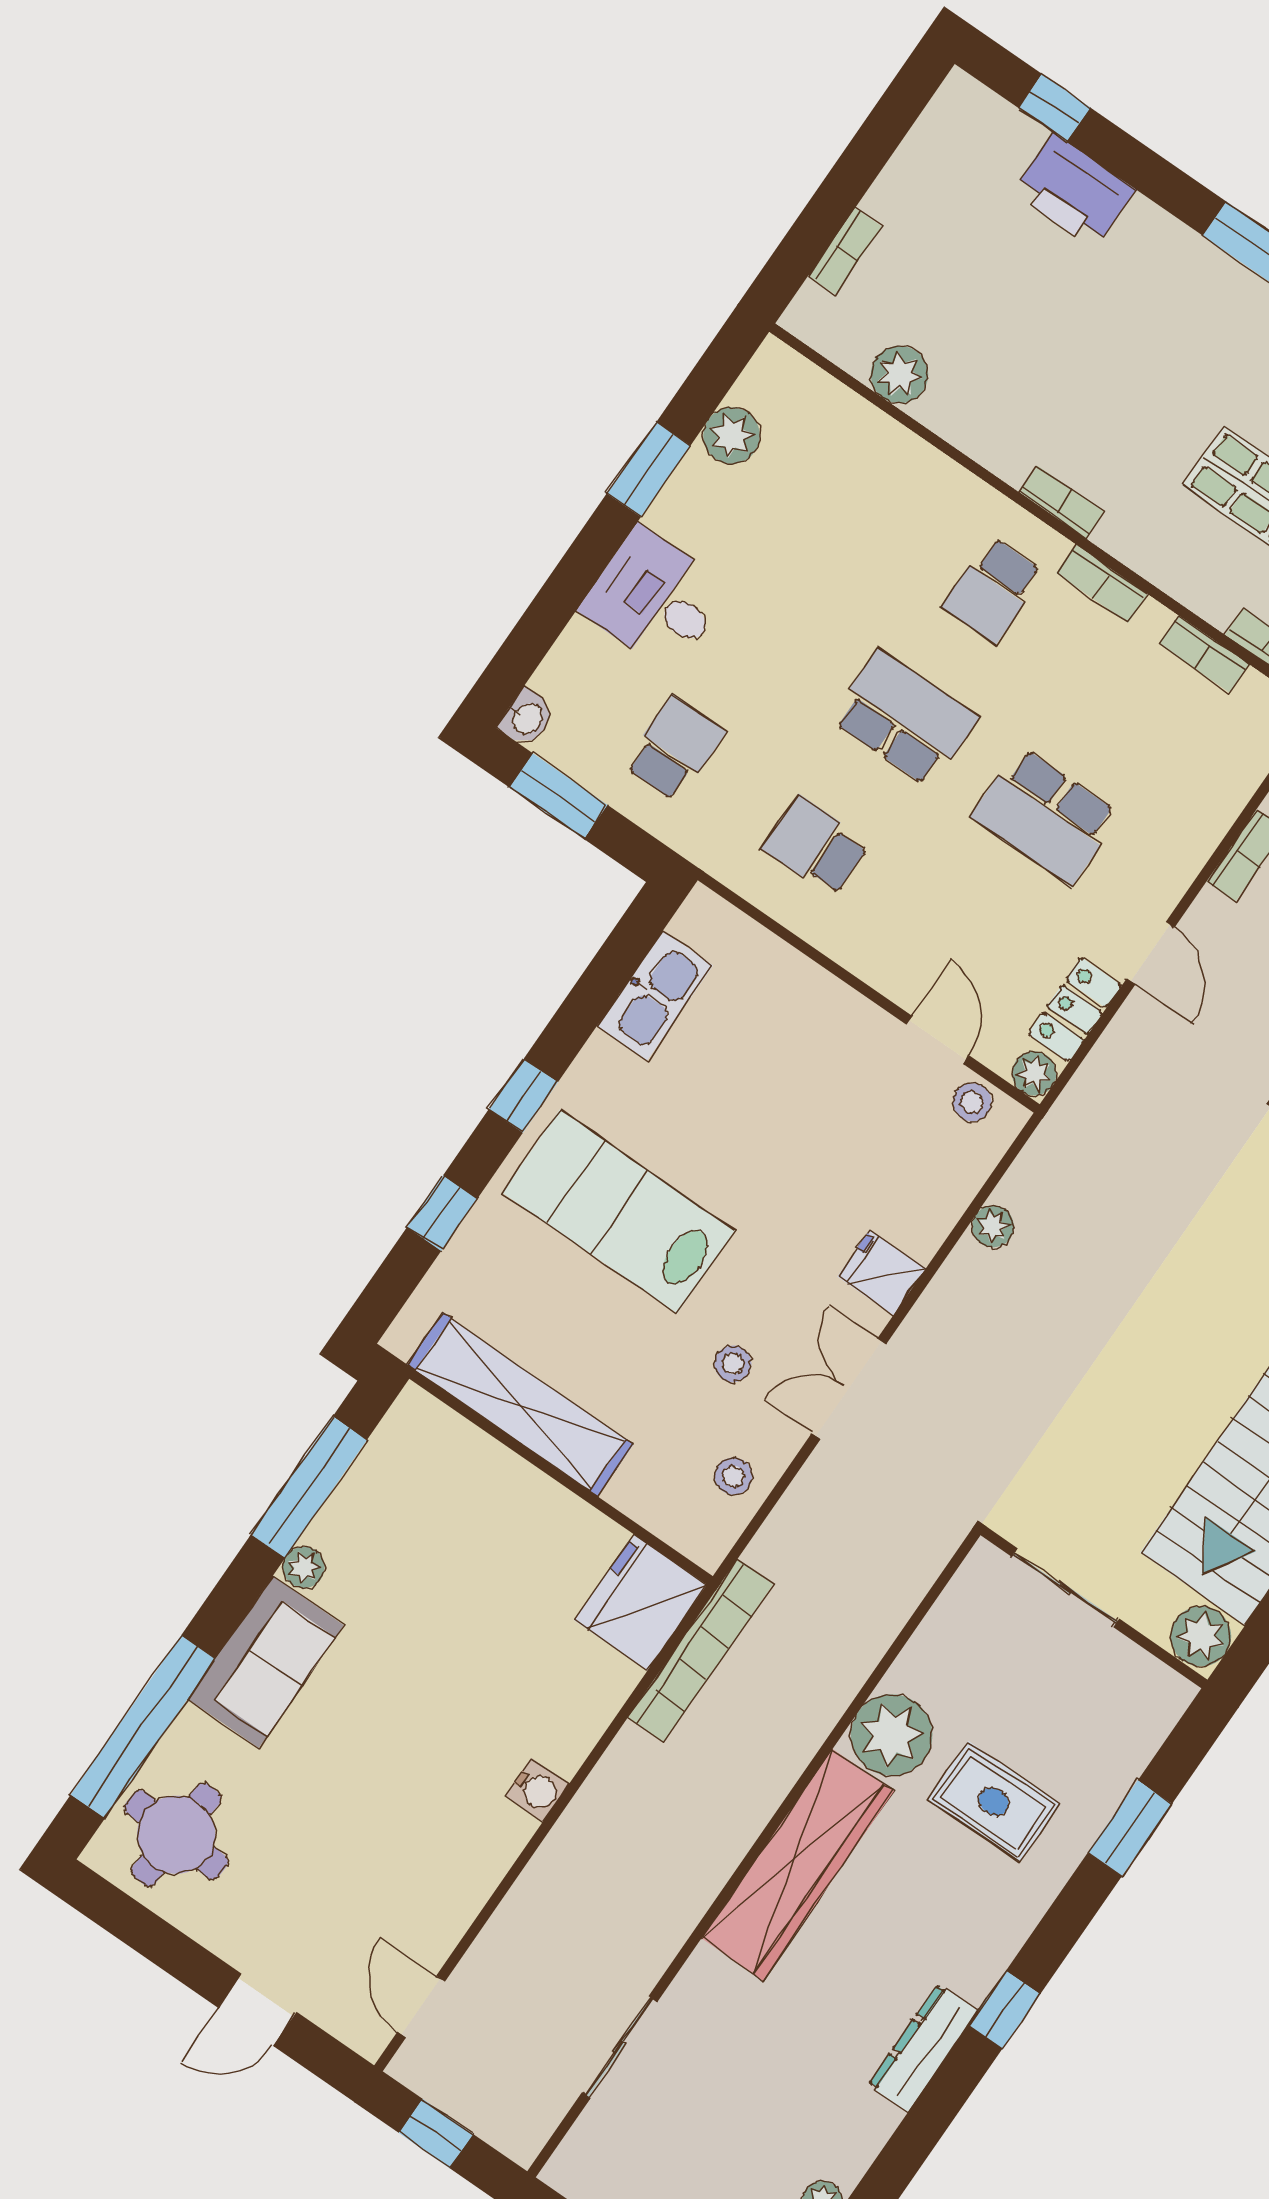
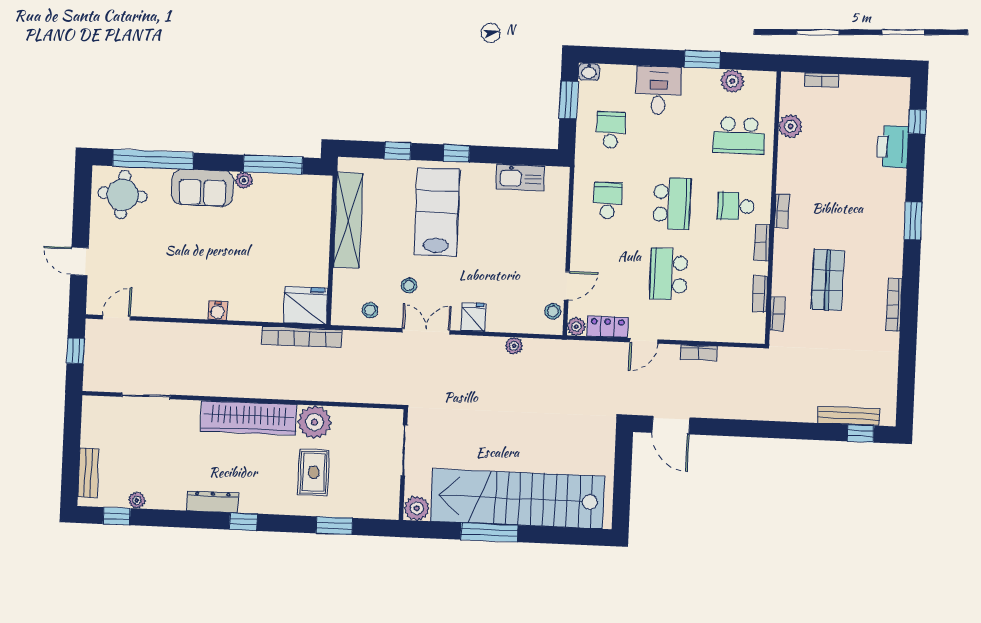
school desk: (852, 492) -> (739, 136), added
school desk: (675, 748) -> (611, 130), turned -90

